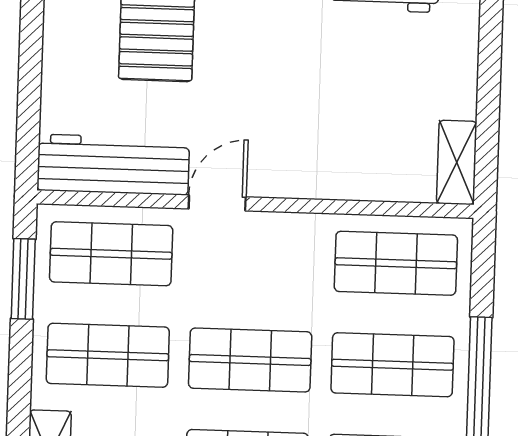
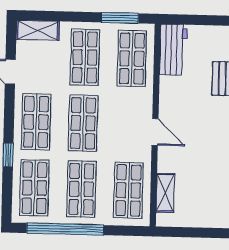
shelving: (457, 162) -> (165, 193), moved, turned 90
workbench: (113, 165) -> (173, 50), width x0.73
door: (217, 203) -> (155, 132), moved

